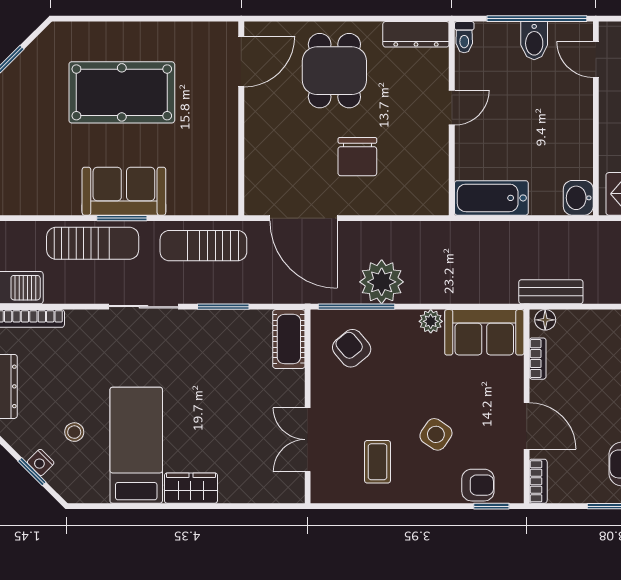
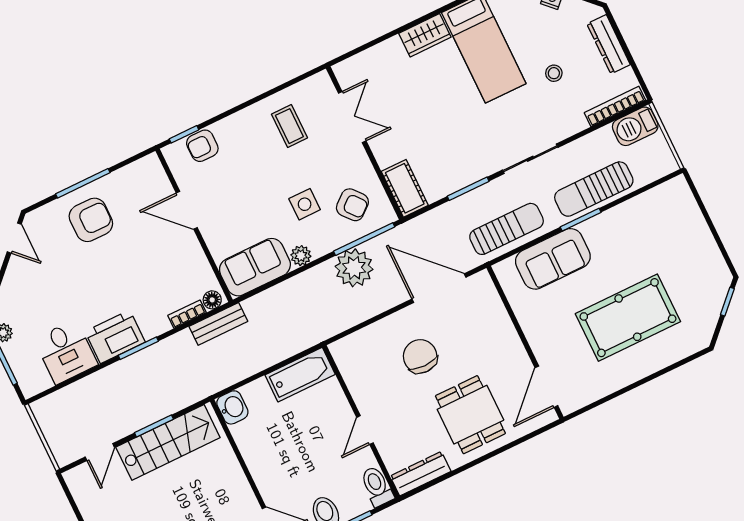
toilet: (464, 37) -> (377, 486), width x1.37, depth x1.39
sofa: (124, 191) -> (553, 259), moved
bookcase: (538, 359) -> (187, 314), moved, turned 90
stool: (74, 432) -> (554, 73), moved
side table: (436, 434) -> (305, 204), moved, turned -34
bookcase: (538, 481) -> (157, 171), removed

